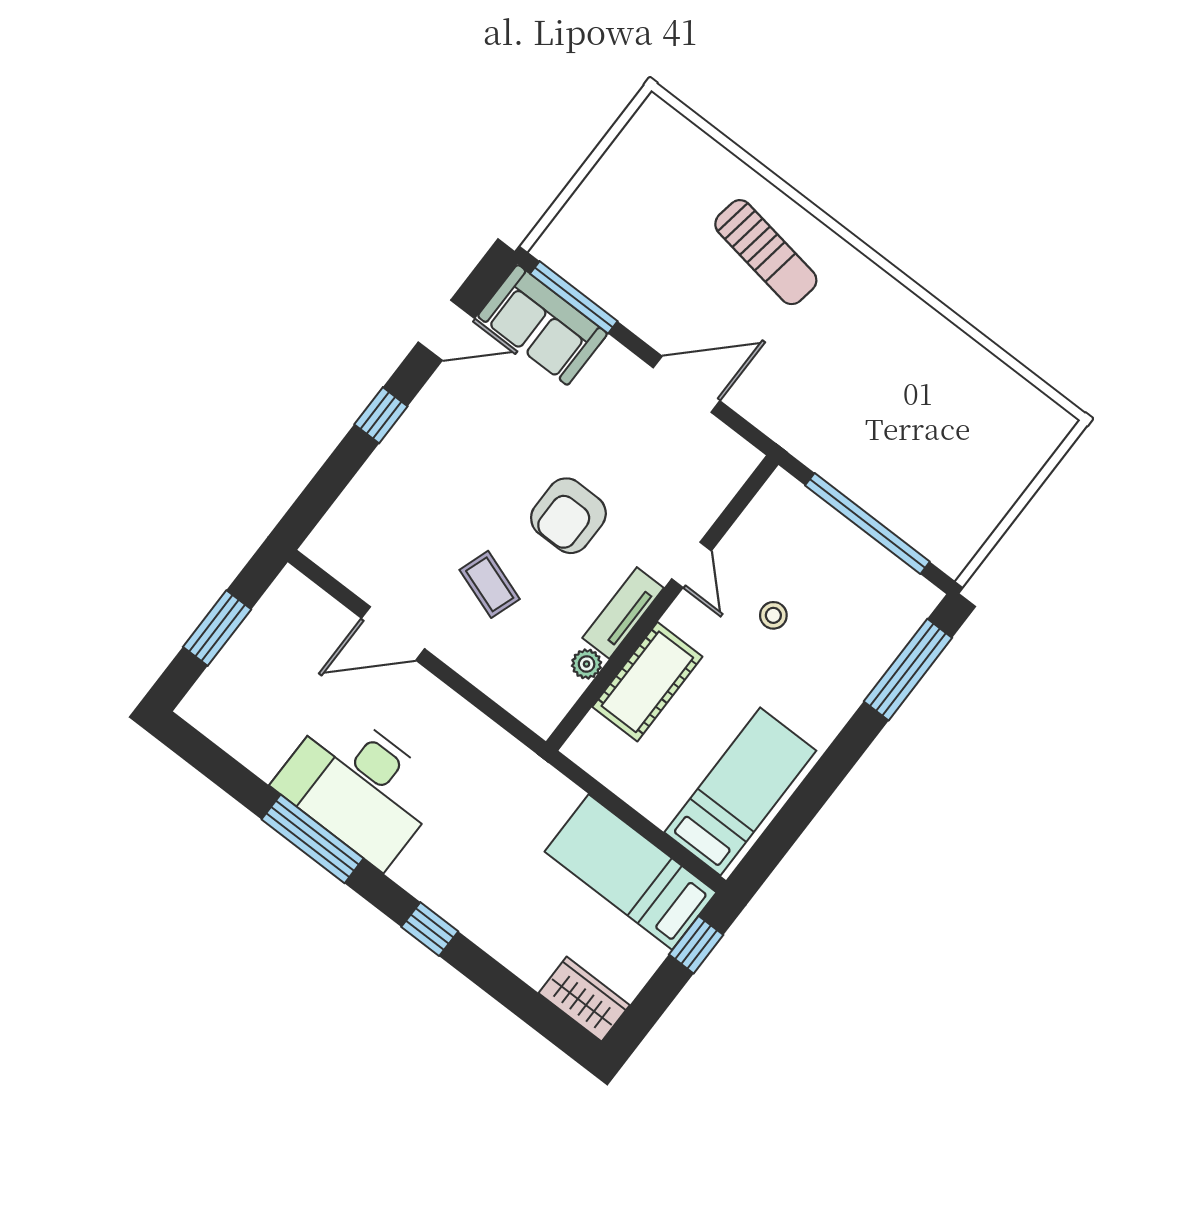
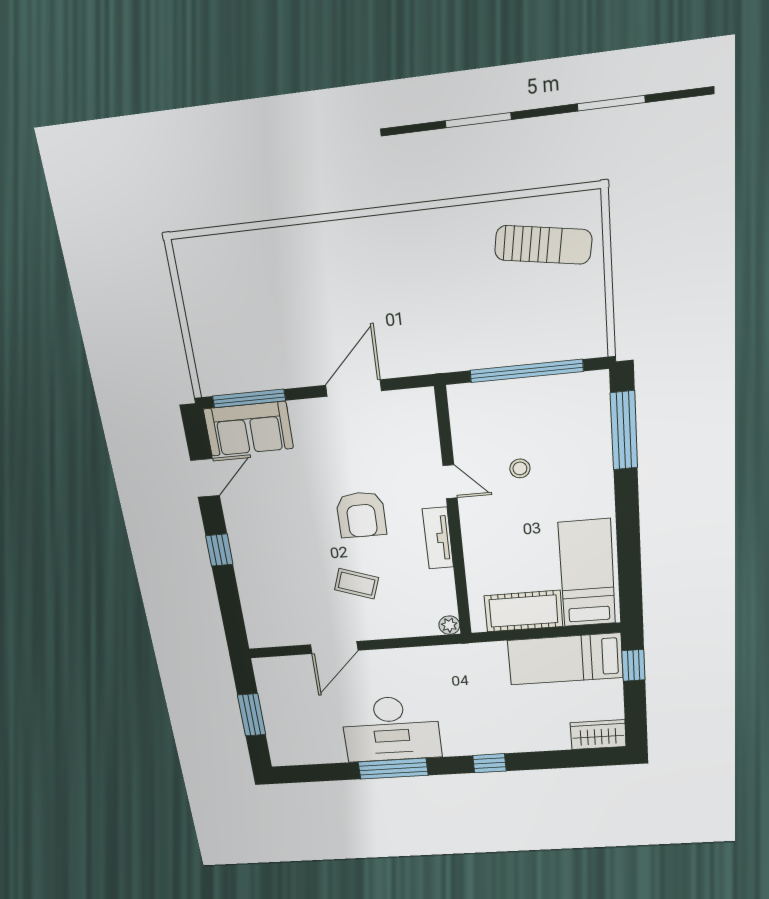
sun lounger: (766, 252) -> (543, 245), moved
plant: (587, 664) -> (449, 625), moved
cot: (647, 682) -> (523, 611), moved, turned 90

